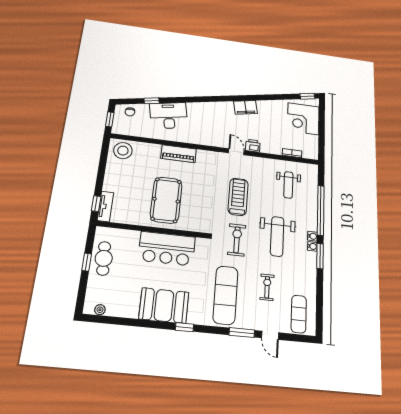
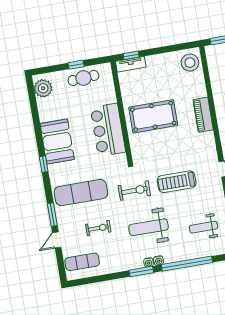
treadmill: (238, 197) -> (177, 182), turned 180
plant: (100, 310) -> (43, 88), width x1.88, depth x1.88

